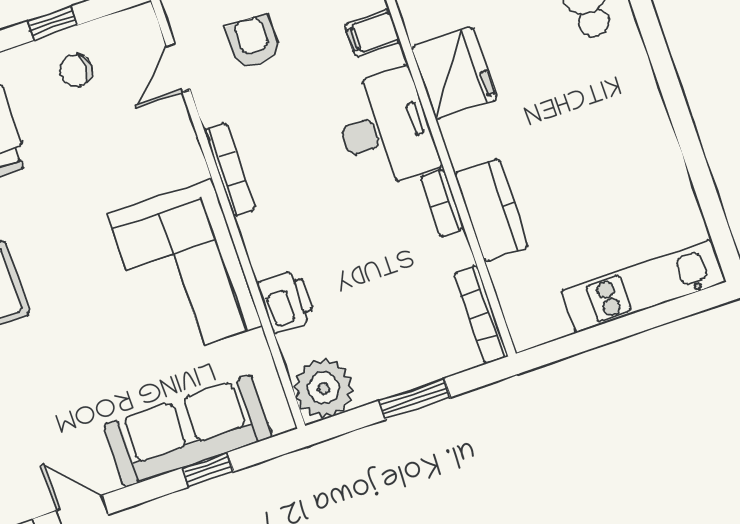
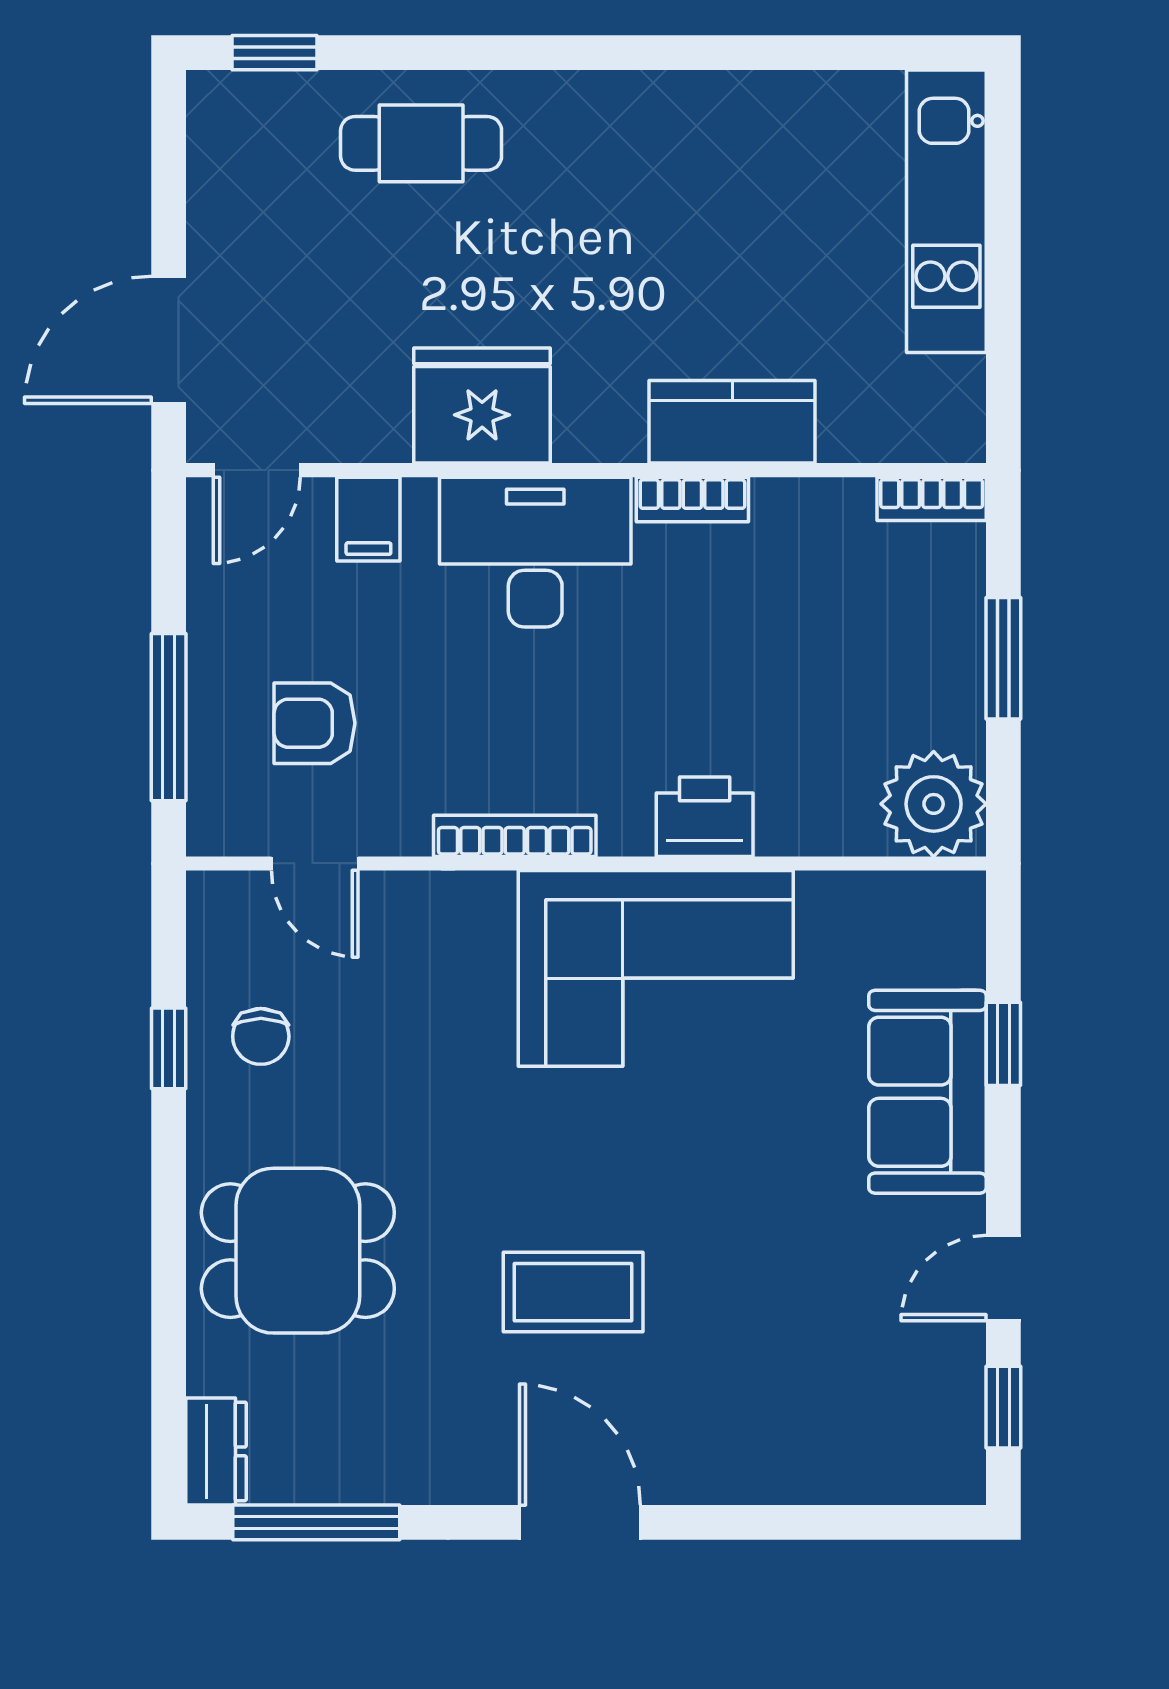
printer: (286, 301) -> (705, 817), moved
bookcase: (481, 315) -> (932, 499), width x0.64
sofa: (188, 431) -> (928, 1092), width x0.73

